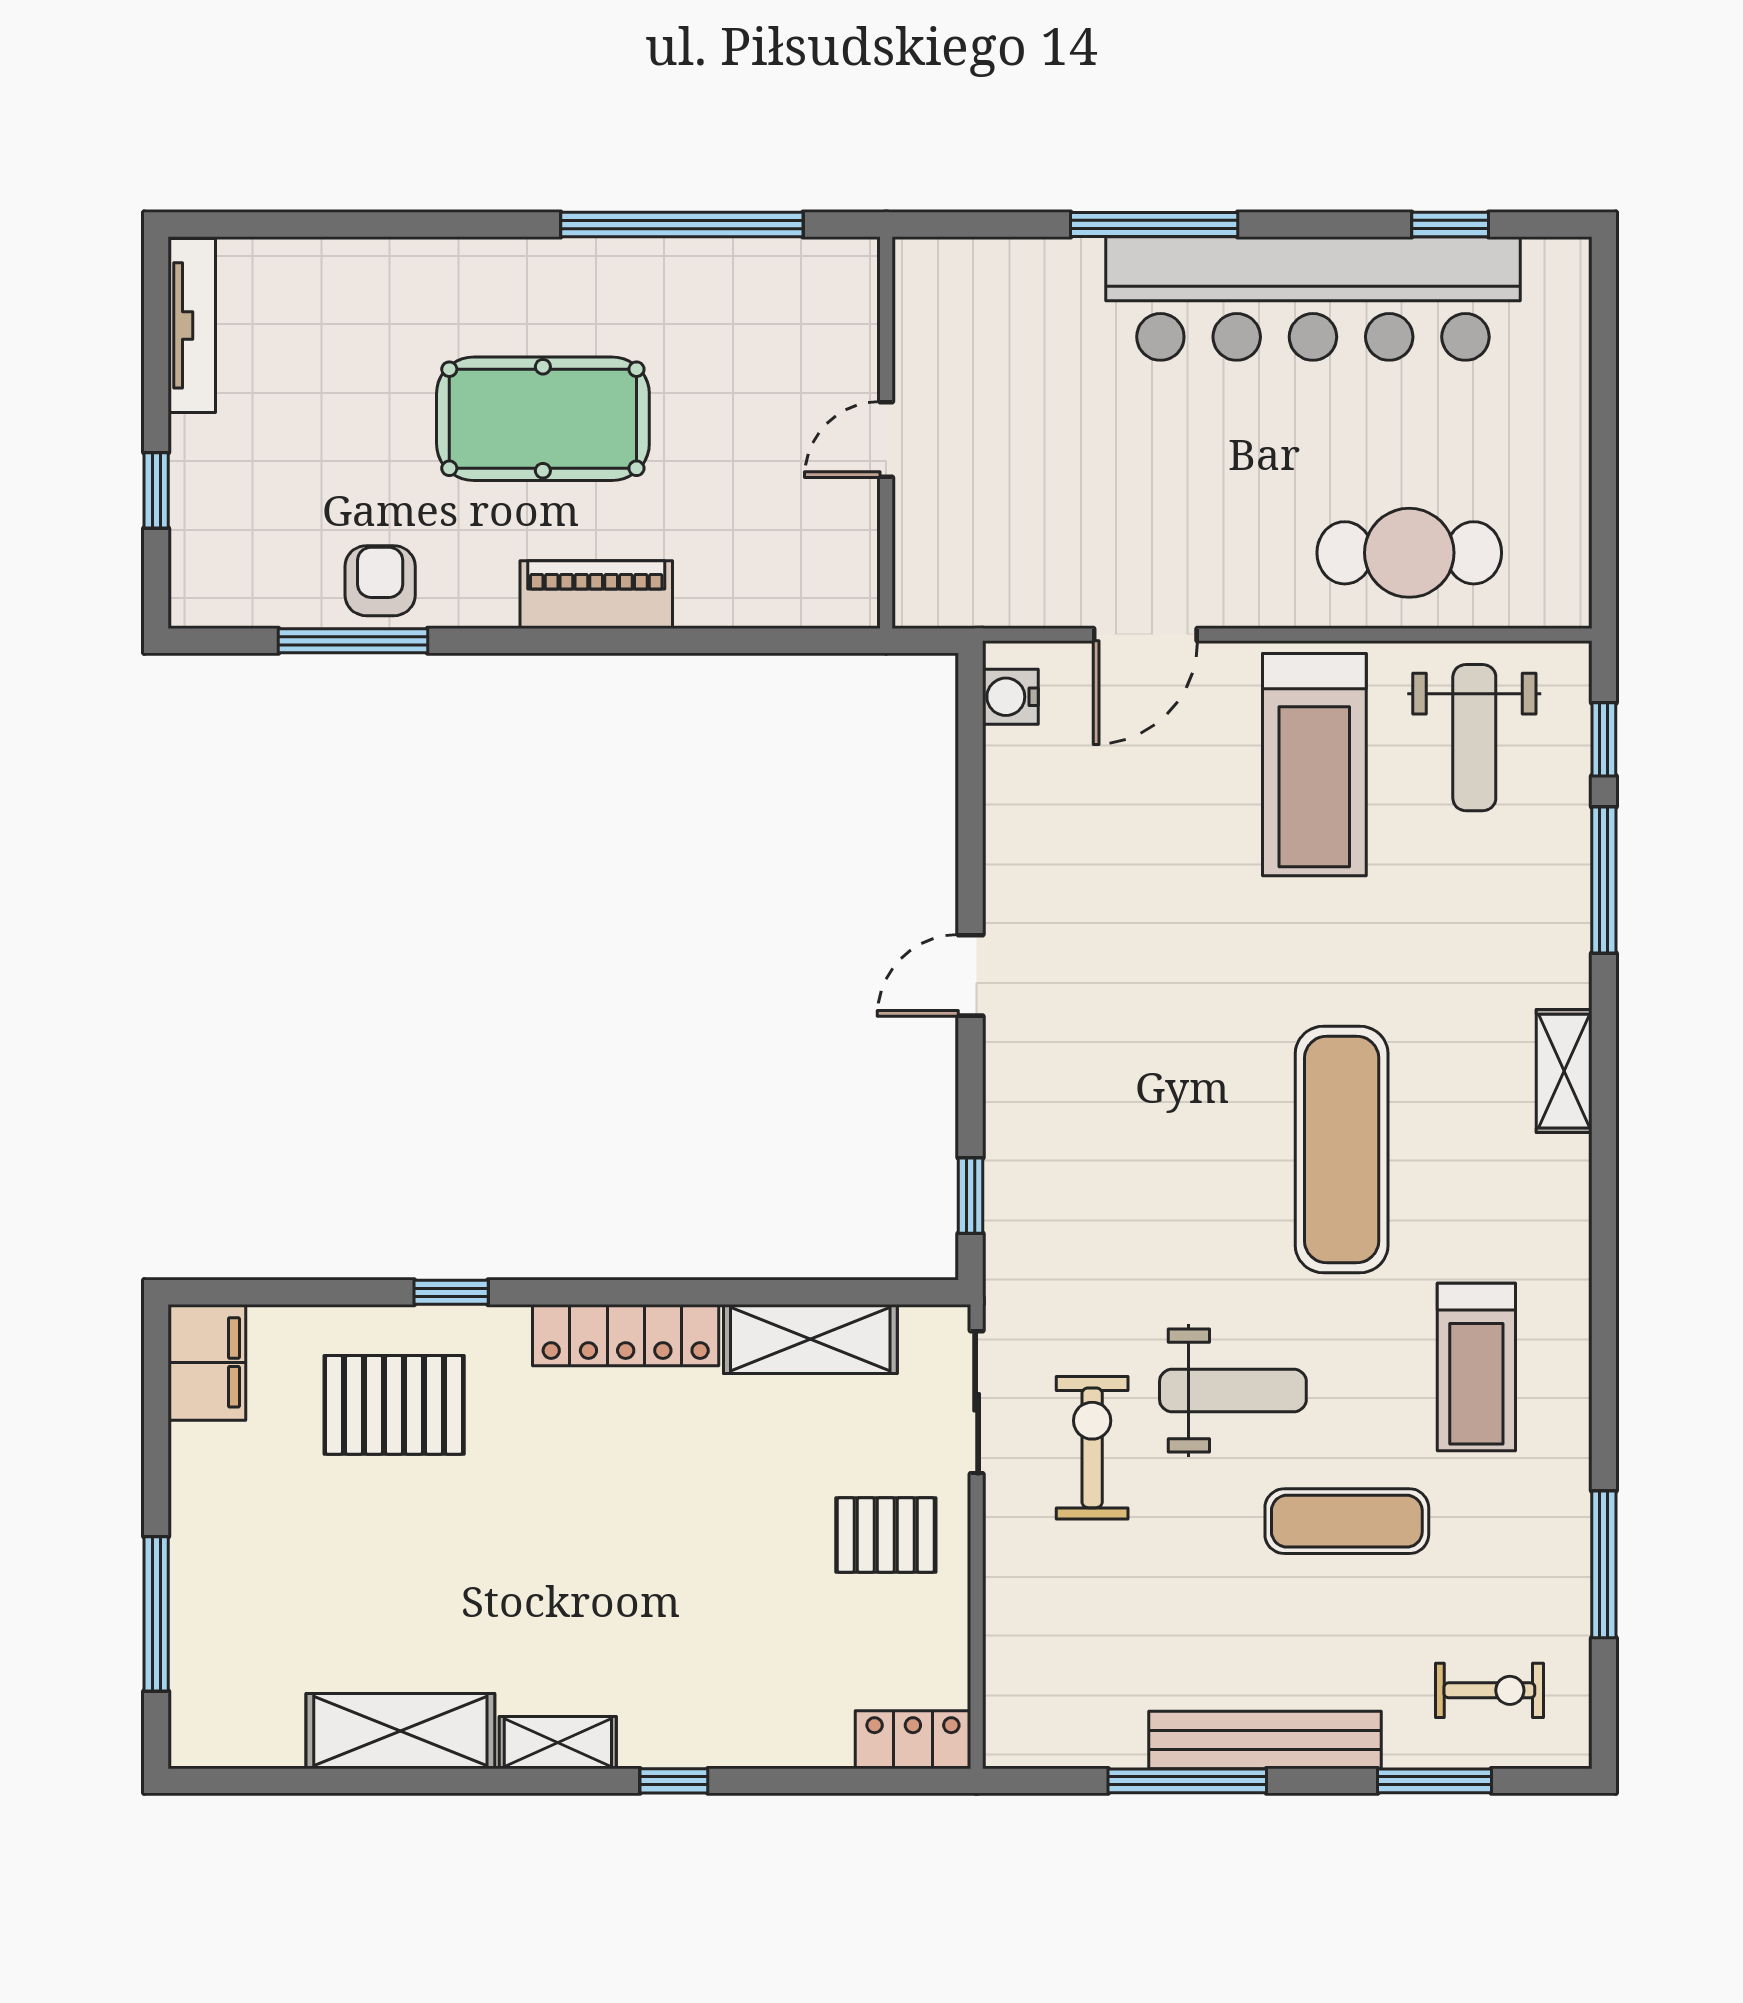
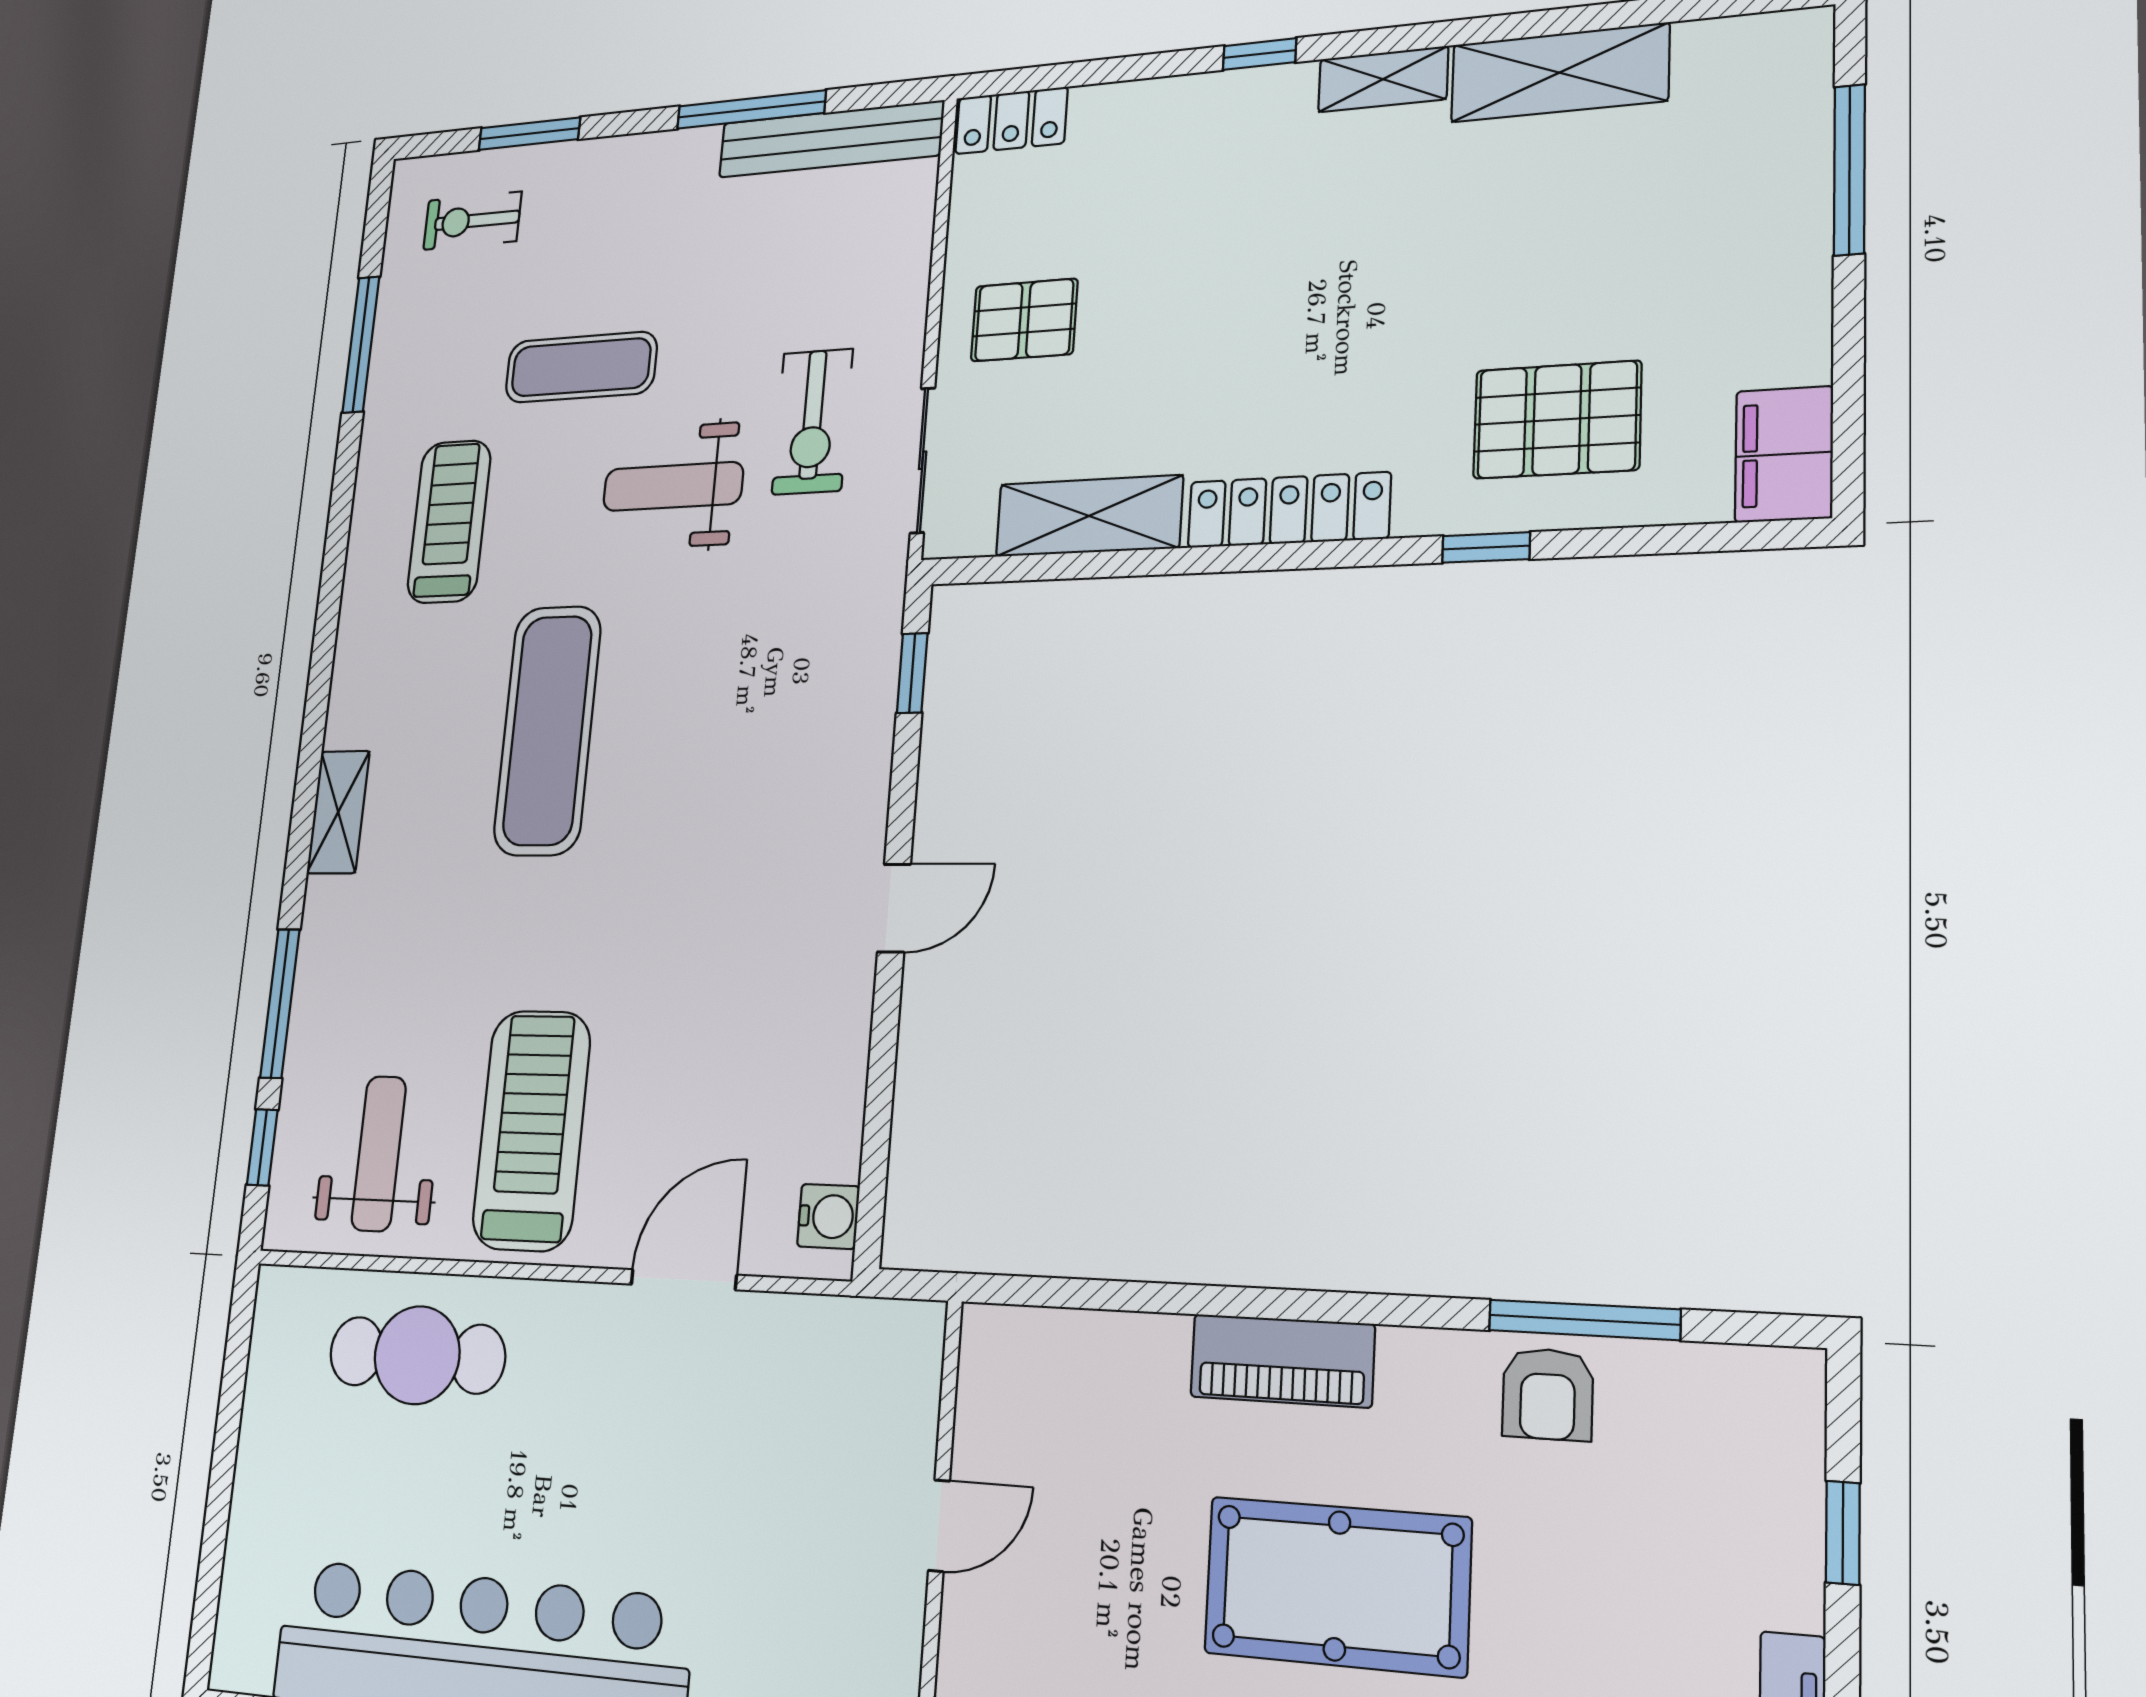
bench: (1265, 1740) -> (831, 139), moved

